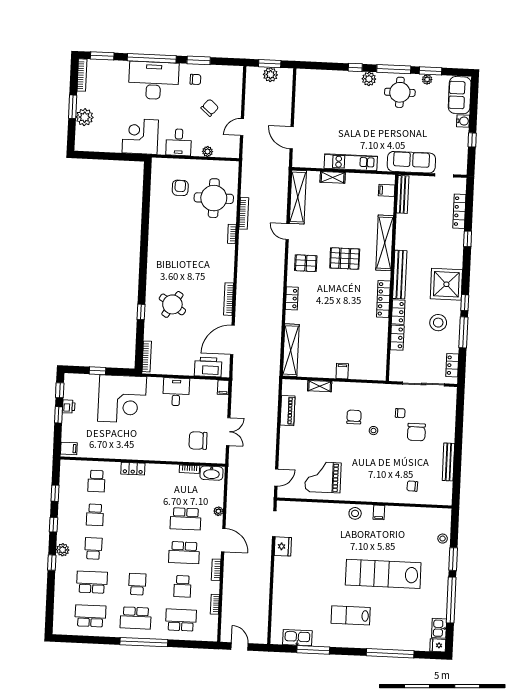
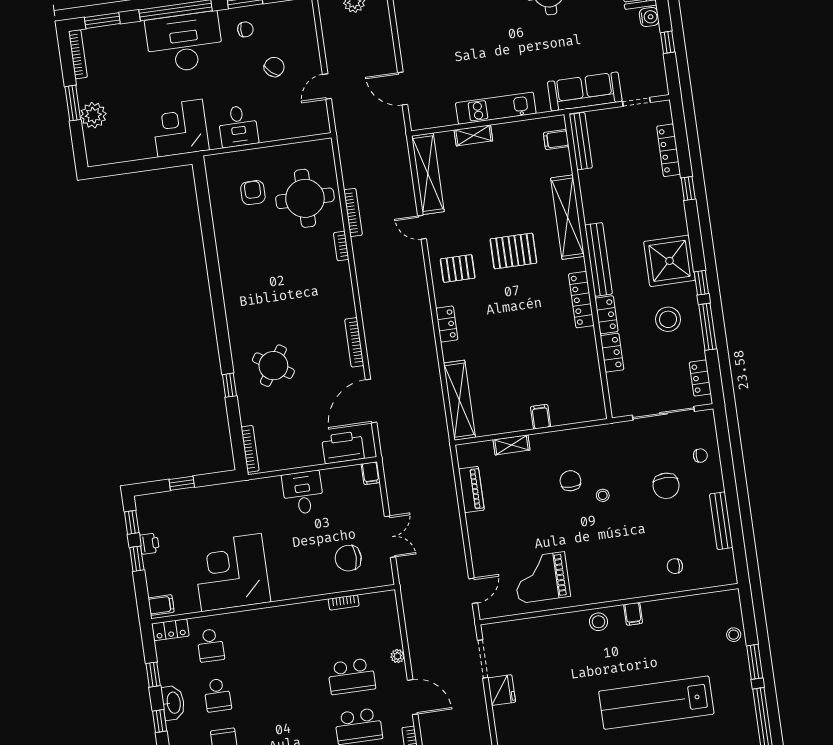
plant: (207, 152) -> (283, 132), removed
corner desk: (122, 399) -> (231, 572), moved, turned 180
chair: (400, 413) -> (700, 456), moved
locker: (133, 469) -> (171, 630), moved
washbasin: (211, 473) -> (173, 703), moved, turned -90

